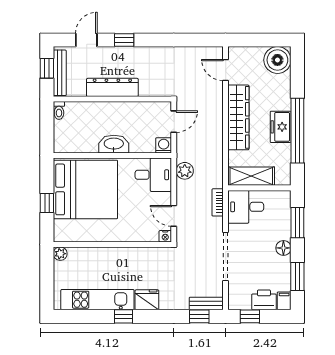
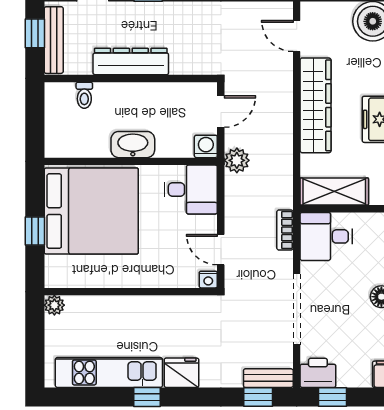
toilet: (59, 110) -> (84, 95), moved
plant: (185, 171) -> (237, 160), moved
printer: (264, 300) -> (318, 373), moved

